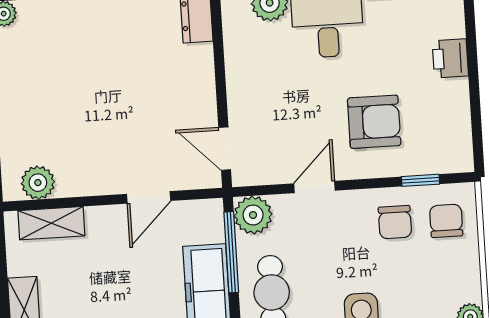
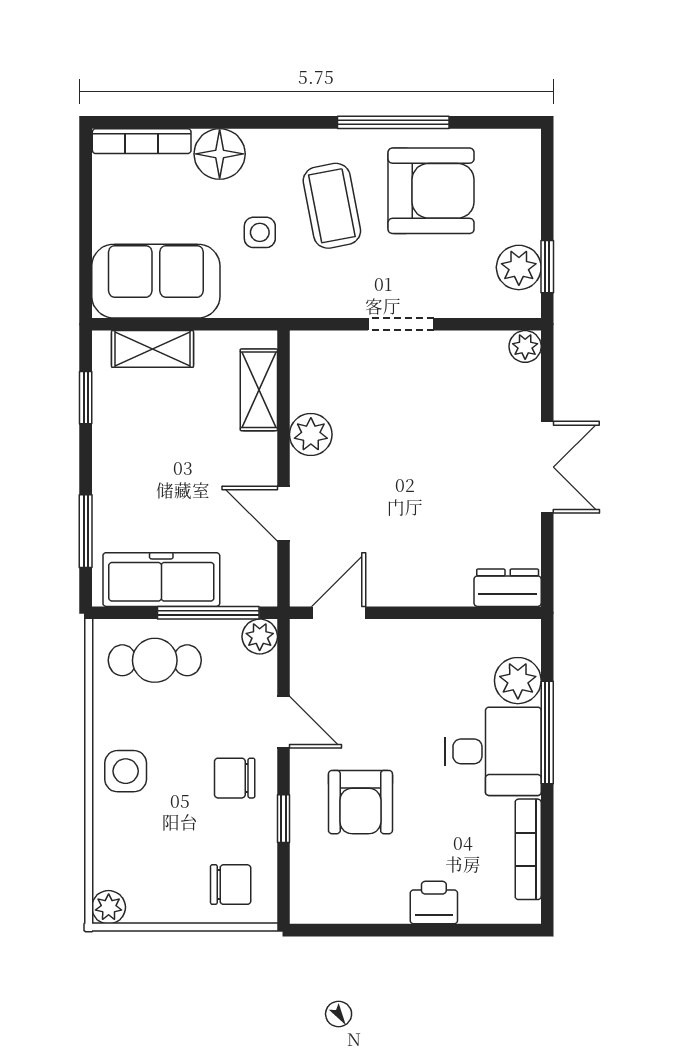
window: (421, 180) -> (283, 819), moved
plant: (38, 183) -> (311, 435), moved
plant: (253, 215) -> (260, 637), width x0.73, depth x0.73
chair: (395, 222) -> (235, 778), moved

